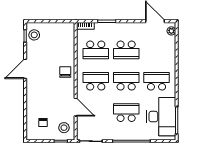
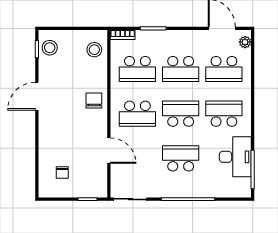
school desk: (157, 50) -> (224, 69), added
school desk: (96, 81) -> (137, 114), turned 180
desk: (161, 117) -> (235, 157), width x0.73, depth x0.77
stool: (64, 128) -> (94, 50), moved

